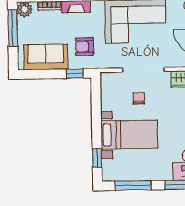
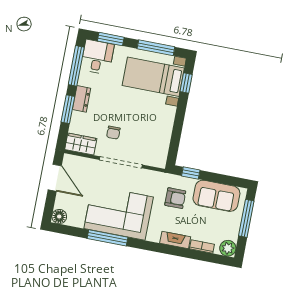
window: (13, 28) -> (246, 218), moved
chair: (139, 98) -> (113, 133), moved
bed with nightstands: (129, 135) -> (153, 77), moved

